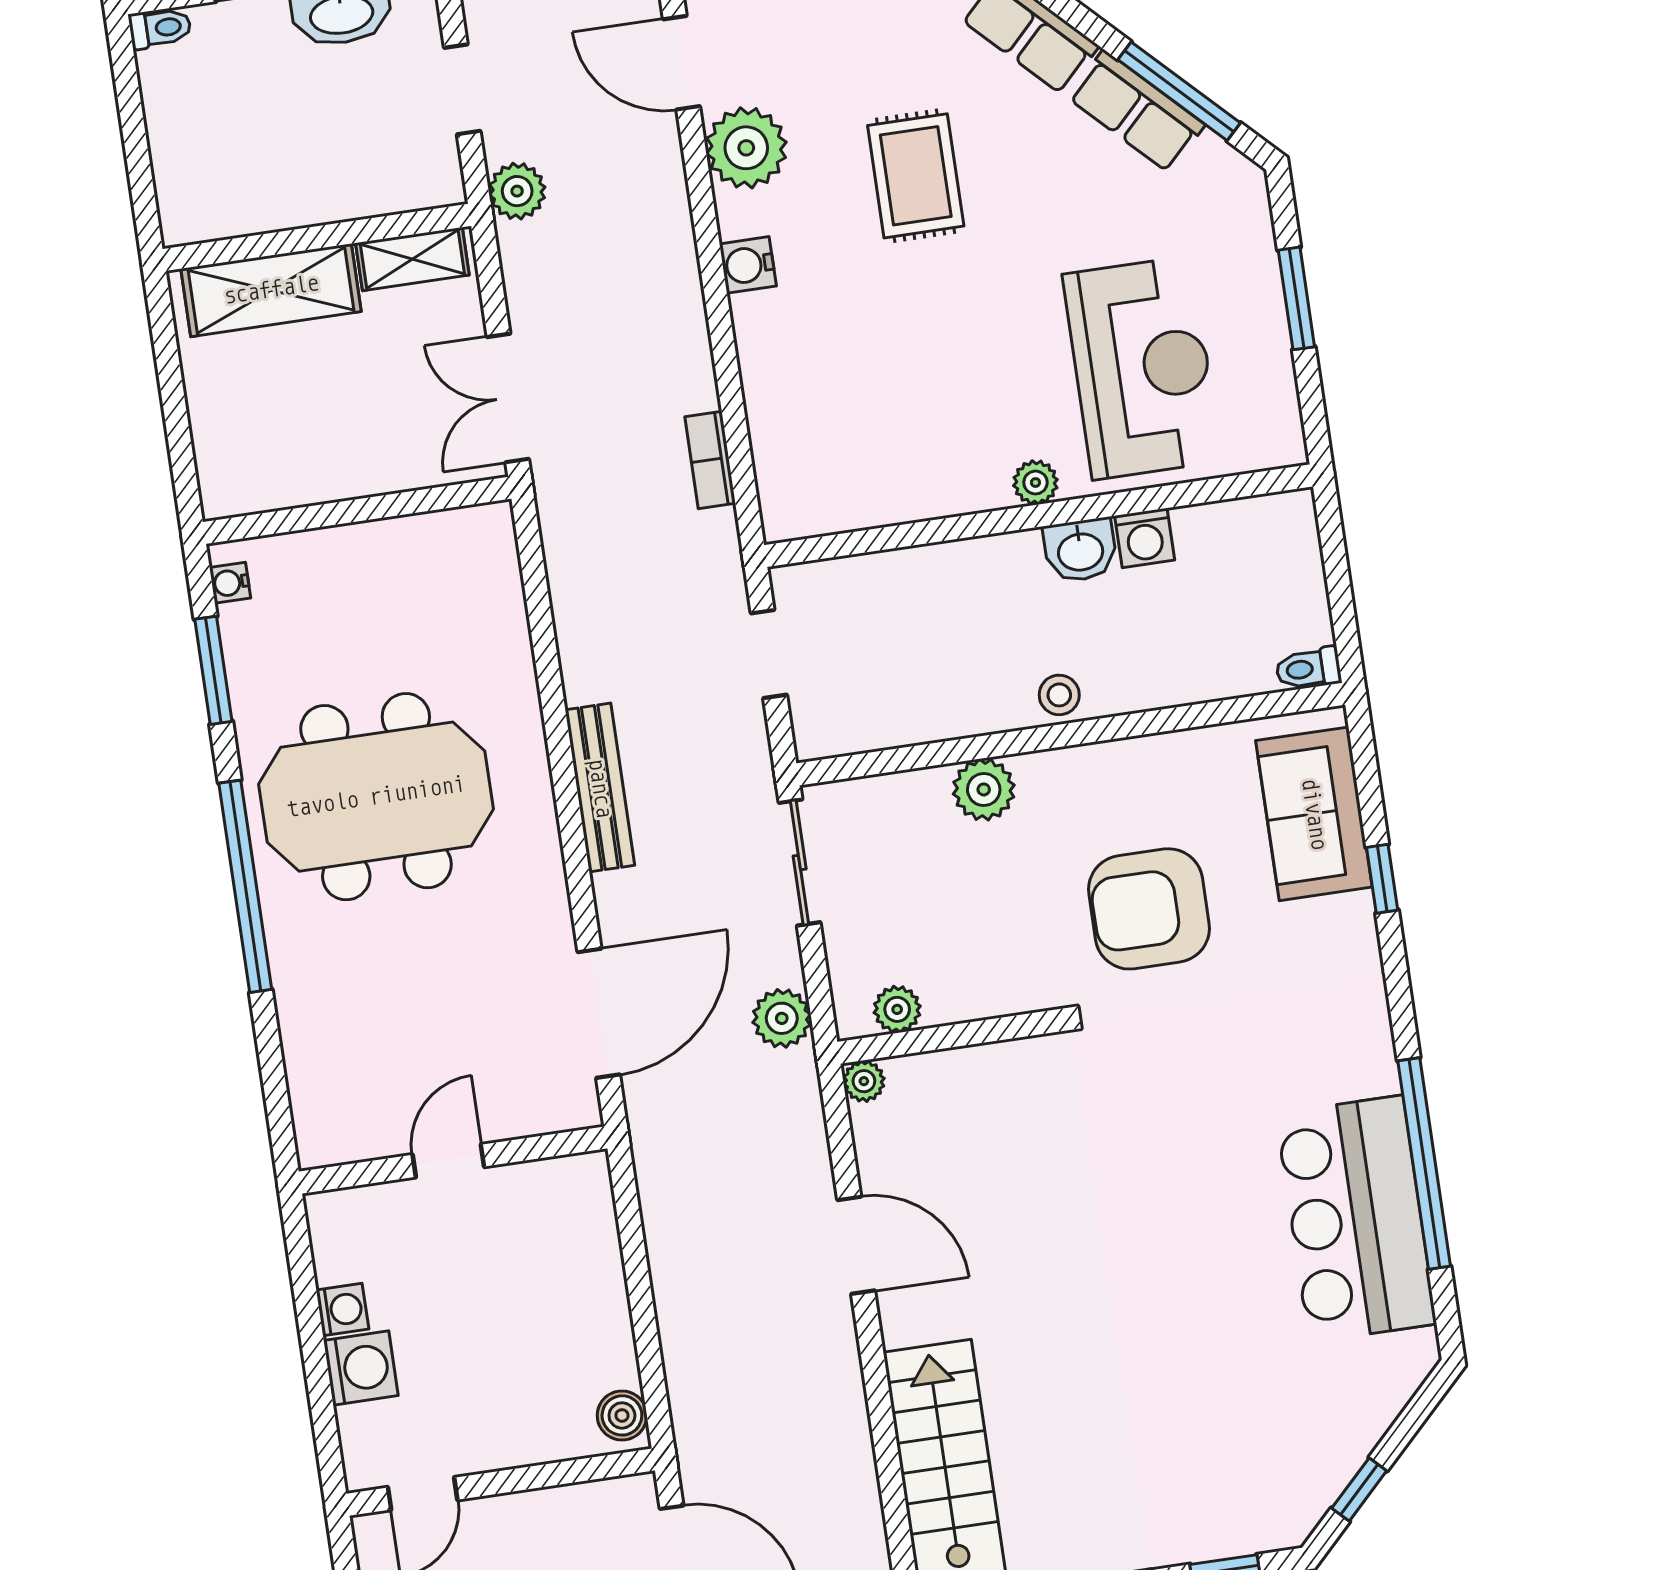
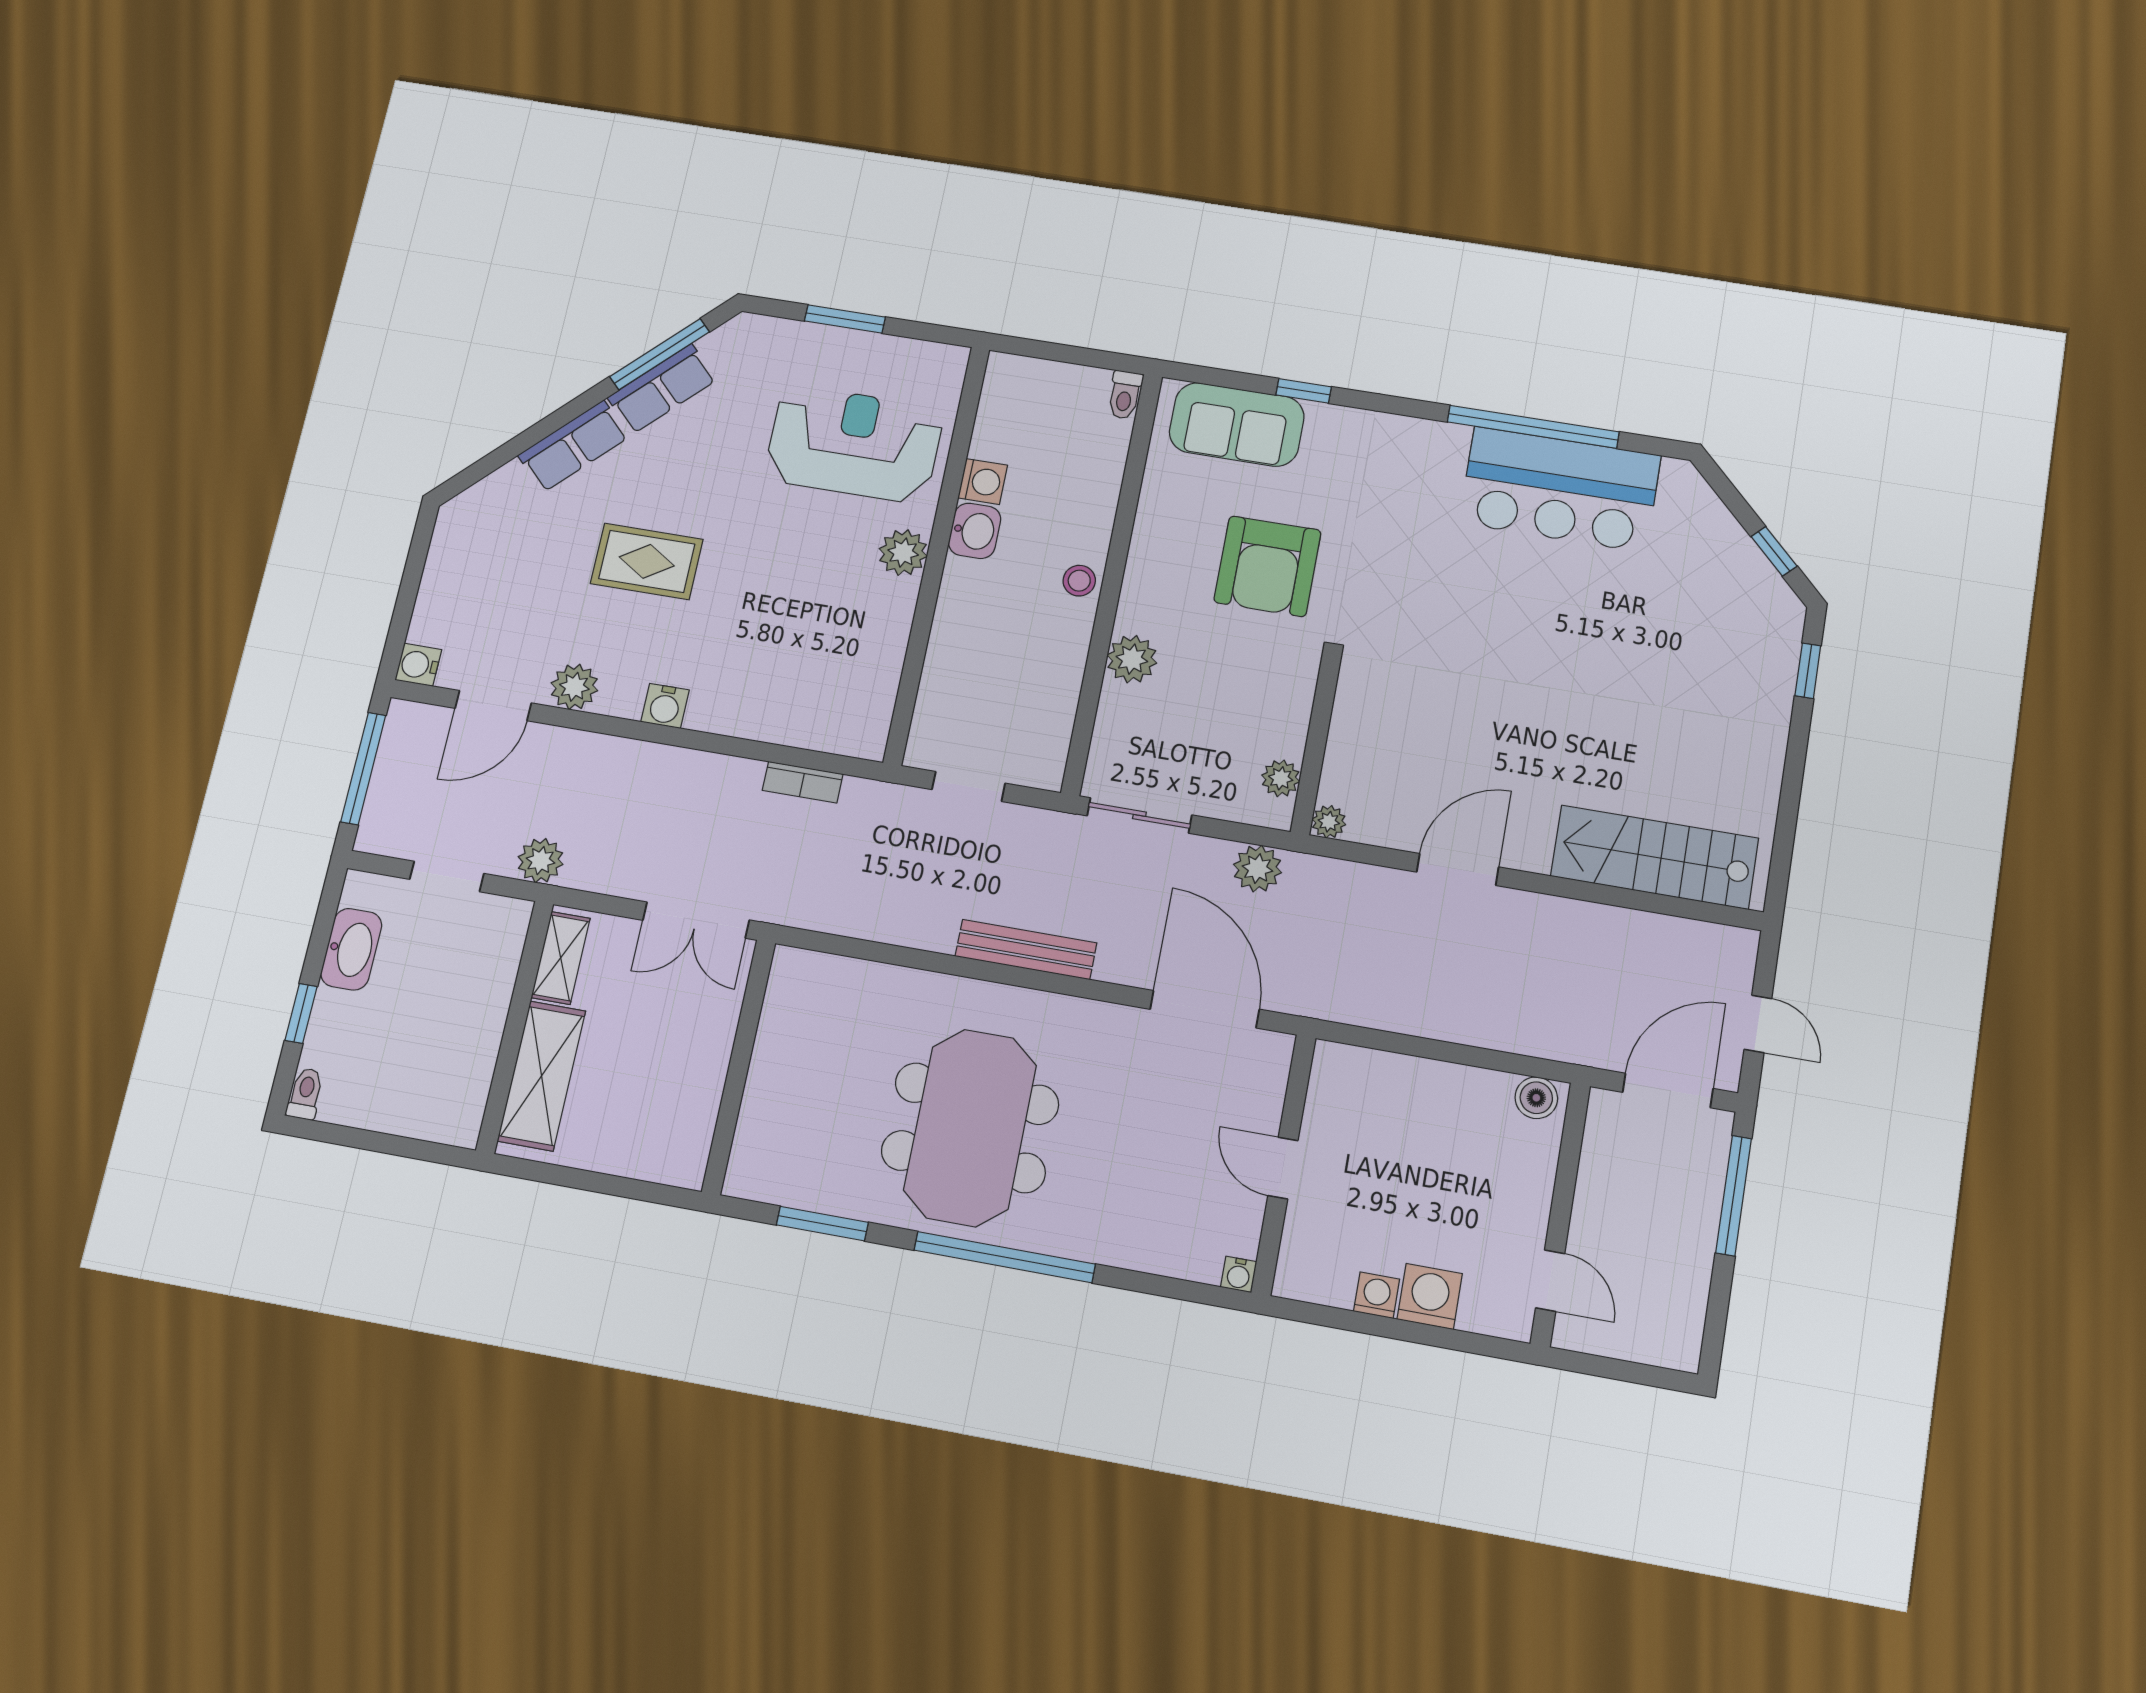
plant: (746, 148) -> (574, 687), width x0.73, depth x0.73
plant: (1035, 483) -> (903, 553), width x1.38, depth x1.38
water cooler: (230, 583) -> (1239, 1274), moved

